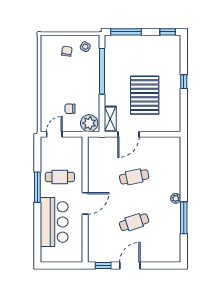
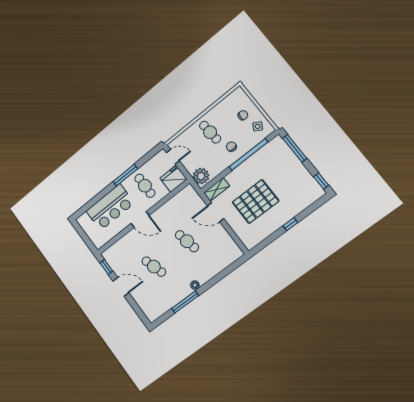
cafe table: (59, 88) -> (210, 132), added
chair: (70, 109) -> (231, 147), moved
fridge: (73, 148) -> (173, 179), added

